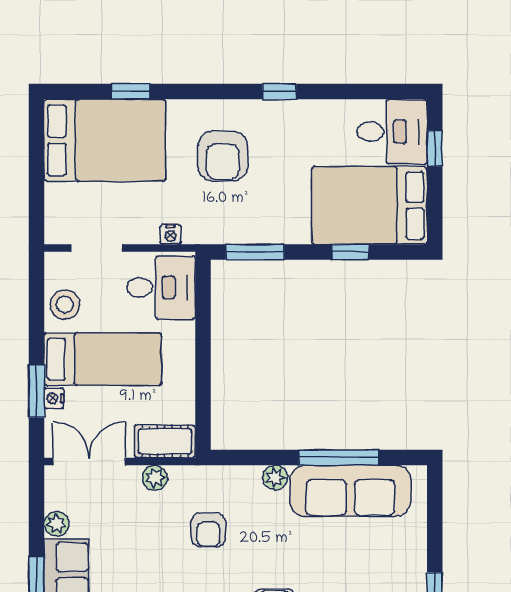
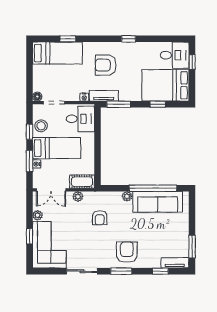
bed: (105, 140) -> (57, 53), width x0.67
armchair: (223, 156) -> (106, 65), turned 90
tv unit: (219, 231) -> (104, 96), added
floor lamp: (55, 233) -> (37, 97), added
window: (36, 319) -> (29, 132), added
window: (339, 458) -> (153, 188), width x1.46
double door: (89, 462) -> (51, 190), swing flipped

